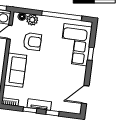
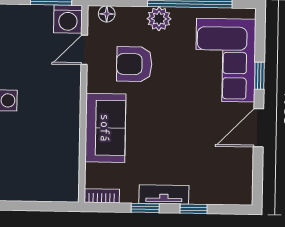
plant: (32, 20) -> (159, 19), moved
armchair: (32, 42) -> (134, 64), turned 180
door: (85, 95) -> (258, 128), moved

